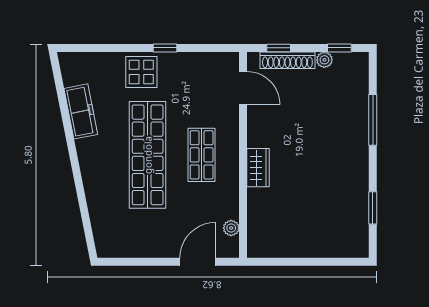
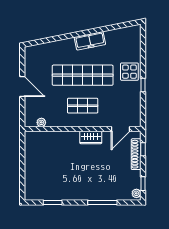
plant: (324, 60) -> (136, 193), moved
freezer: (81, 111) -> (90, 41), moved
wardrobe: (258, 168) -> (91, 138), moved
door: (198, 262) -> (22, 87), moved

